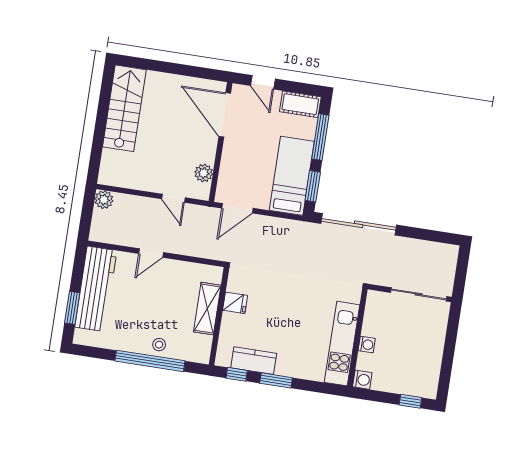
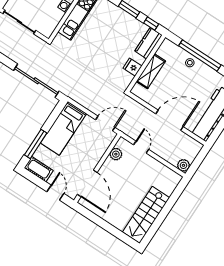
window: (313, 186) -> (54, 116), removed
door: (151, 253) -> (170, 120), width x1.88
kitchen counter: (254, 361) -> (148, 43), moved, turned 90

